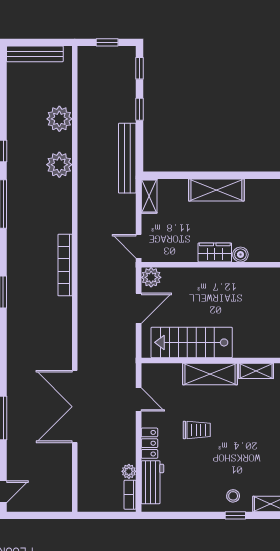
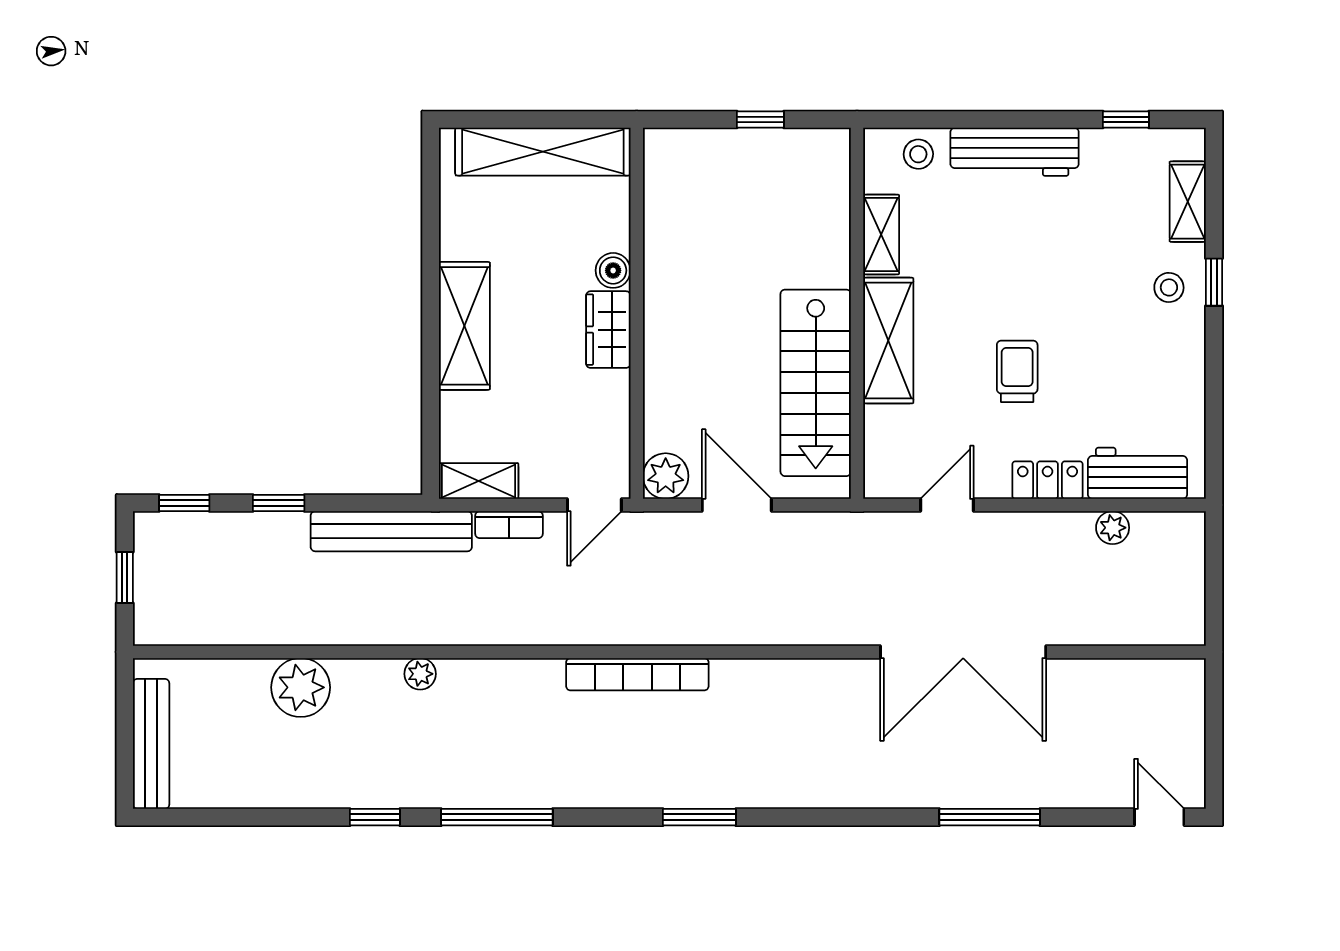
plant: (59, 165) -> (420, 674), width x0.53, depth x0.53
bookcase: (130, 495) -> (509, 525), moved

